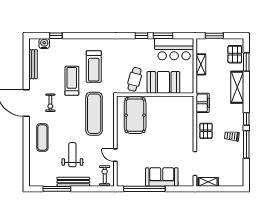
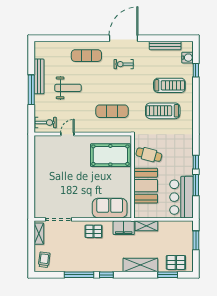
shelving: (201, 64) -> (146, 226), moved
treadmill: (72, 81) -> (169, 85), moved
exercise mat: (94, 114) -> (112, 111), width x0.73, depth x0.69
trolley: (232, 136) -> (44, 260), moved
sofa: (162, 177) -> (110, 208), moved, turned -90
bench: (73, 182) -> (39, 76), moved
window: (57, 189) -> (31, 90), moved
window: (144, 189) -> (31, 165), removed

